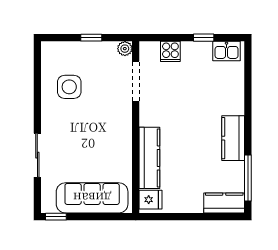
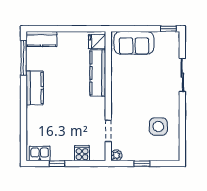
doorway: (136, 81) -> (108, 131), width x0.73
sofa: (92, 198) -> (134, 43), width x0.73

